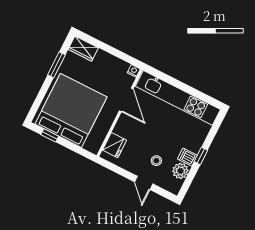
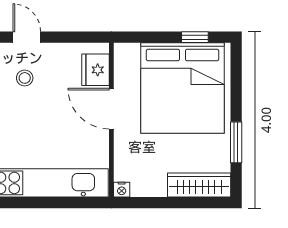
wardrobe: (83, 49) -> (199, 185), width x1.50
door: (126, 100) -> (111, 109), moved

